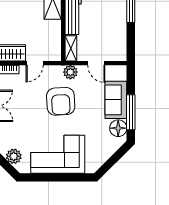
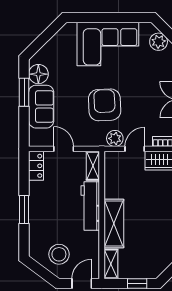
locker: (120, 48) -> (36, 166), added
plant: (70, 72) -> (115, 138), moved
window: (131, 112) -> (24, 92), width x0.69

